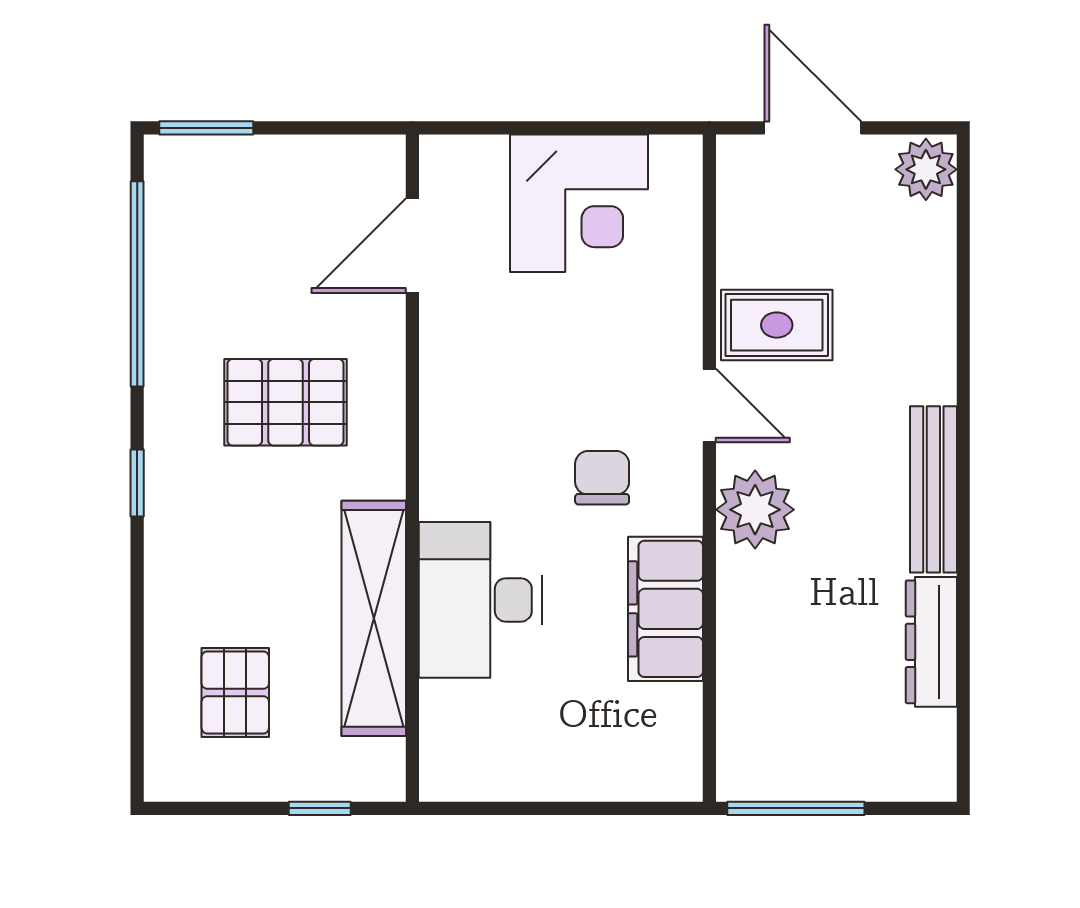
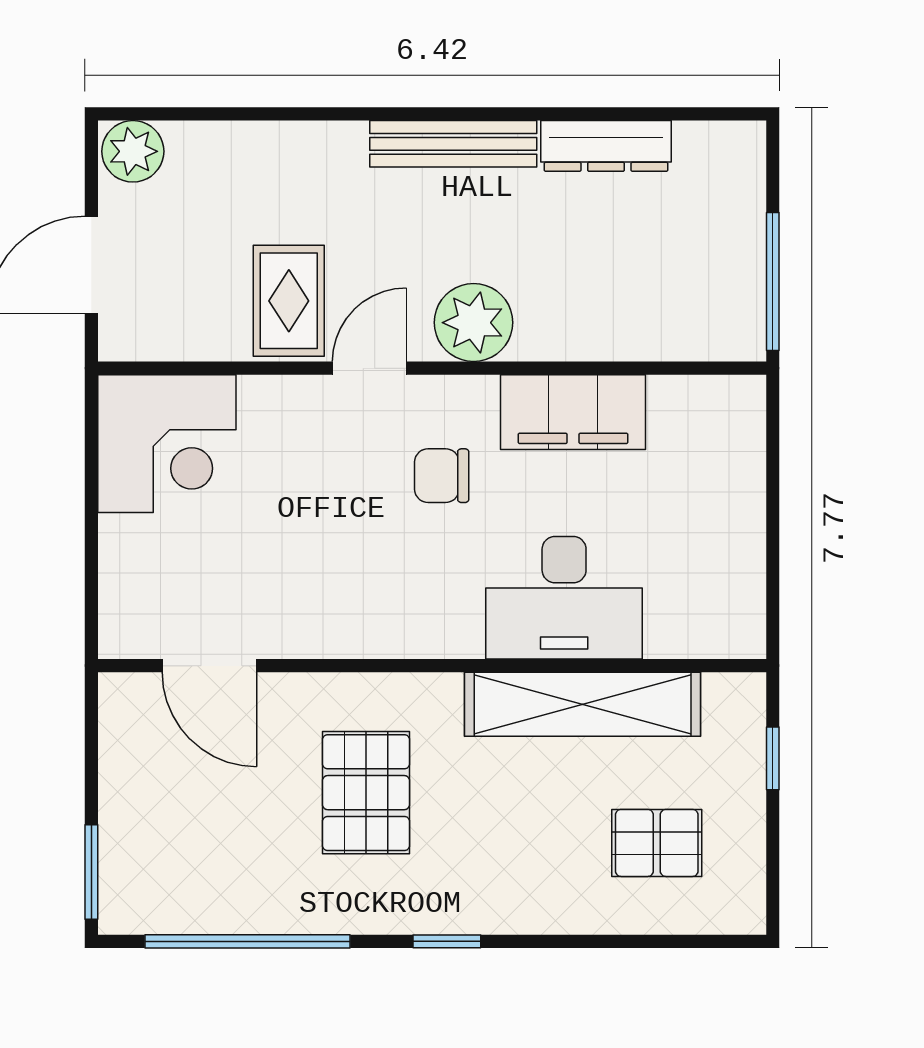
corner desk: (579, 203) -> (167, 444), moved, turned 90

